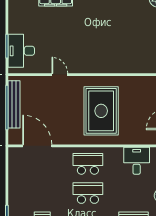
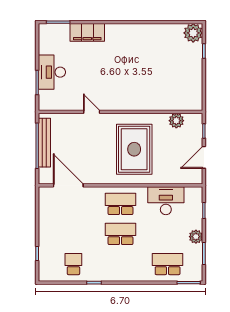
desk: (21, 51) -> (52, 72), moved
plant: (142, 83) -> (176, 121), added
desk: (137, 161) -> (166, 201), width x1.37

